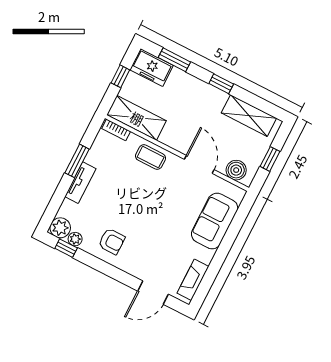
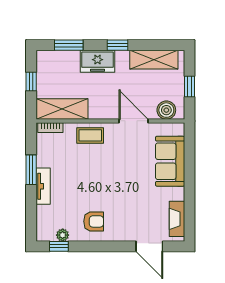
freezer: (152, 68) -> (98, 61), moved
plant: (60, 228) -> (45, 232), removed
door: (153, 293) -> (149, 246), hinge flipped

